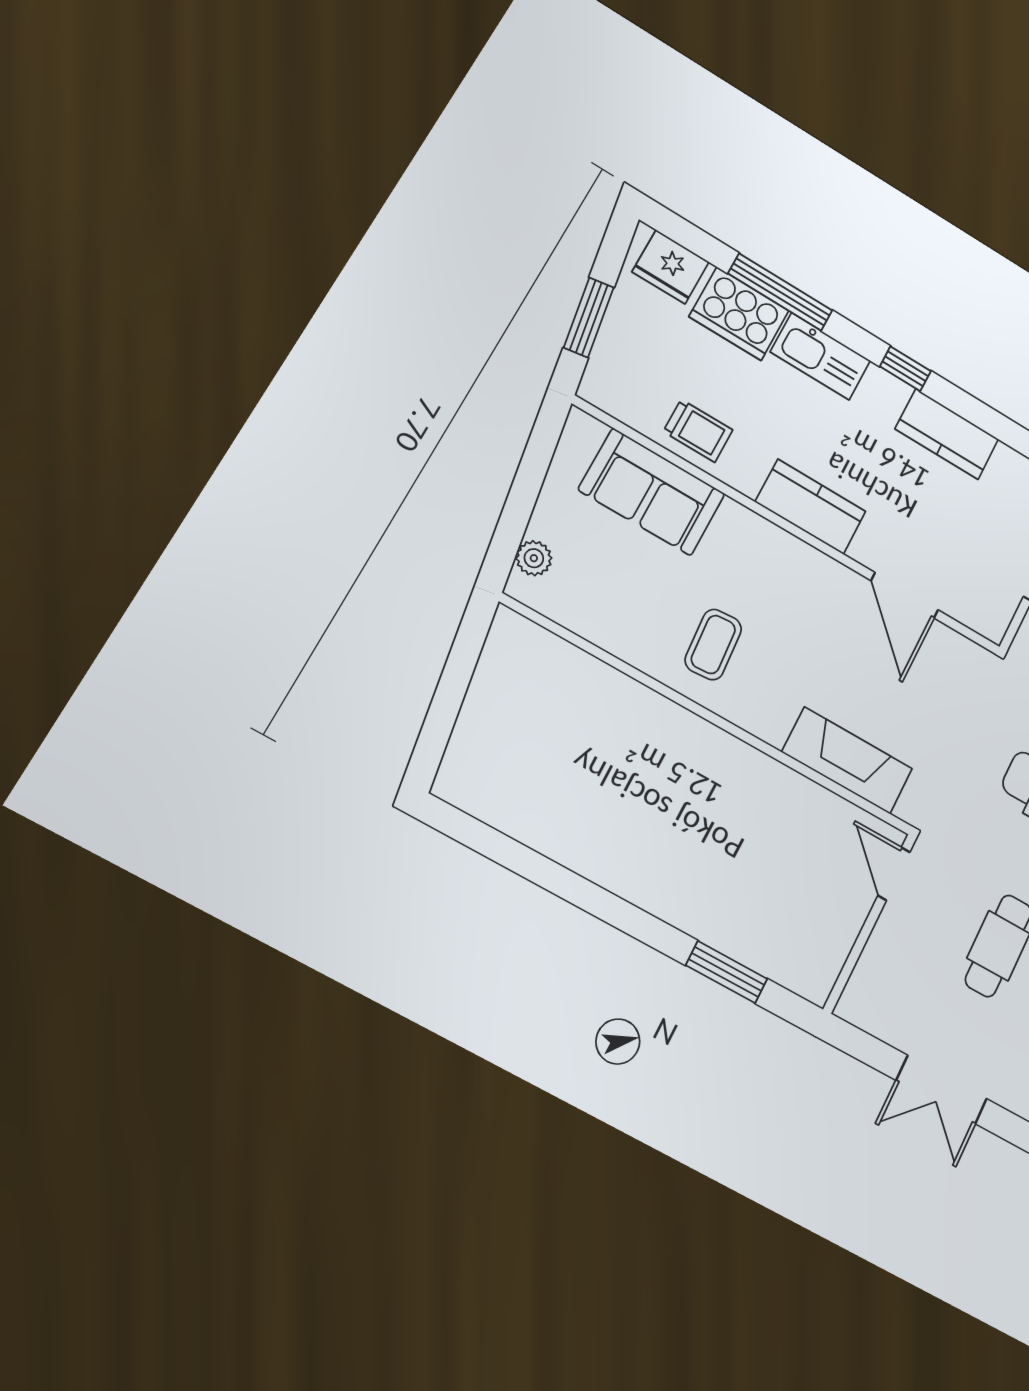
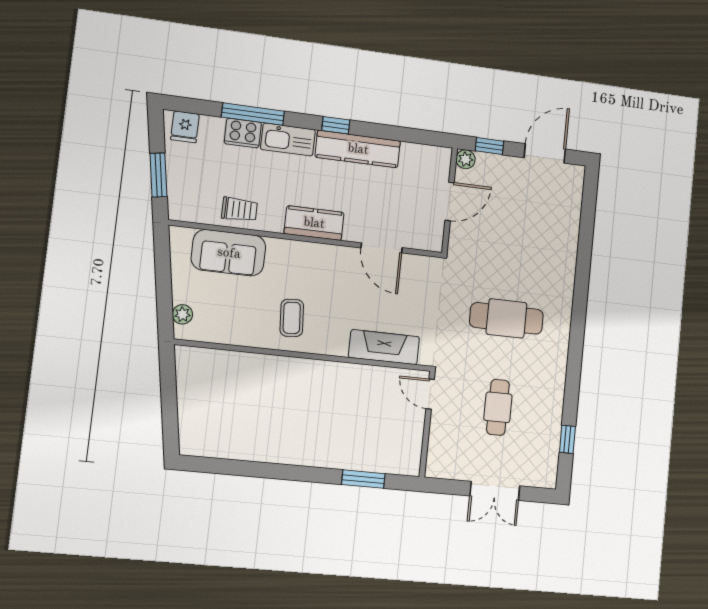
fridge: (671, 267) -> (185, 127), width x0.72
cooker: (739, 314) -> (243, 133), width x0.73, depth x0.76
kitchen counter: (947, 434) -> (358, 149), width x1.50

